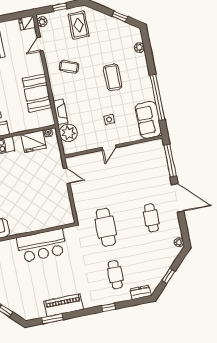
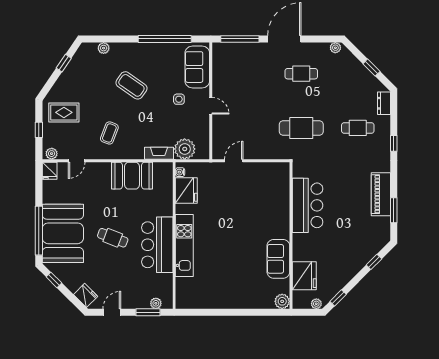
door: (40, 44) -> (77, 161), hinge flipped
coffee table: (113, 77) -> (131, 85), turned 35
sofa: (148, 120) -> (197, 67), moved, turned 90

